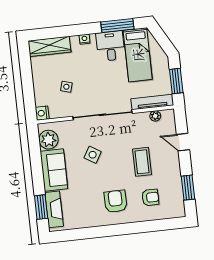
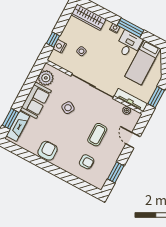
window: (117, 25) -> (131, 28), moved
window: (29, 95) -> (53, 40), added
nightstand: (42, 113) -> (60, 46), moved
armchair: (116, 201) -> (48, 151), moved

